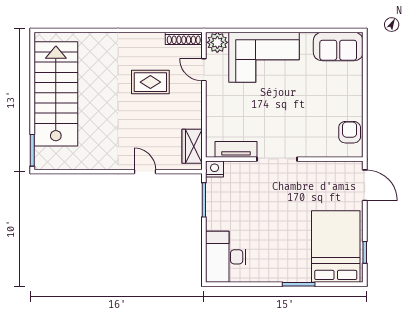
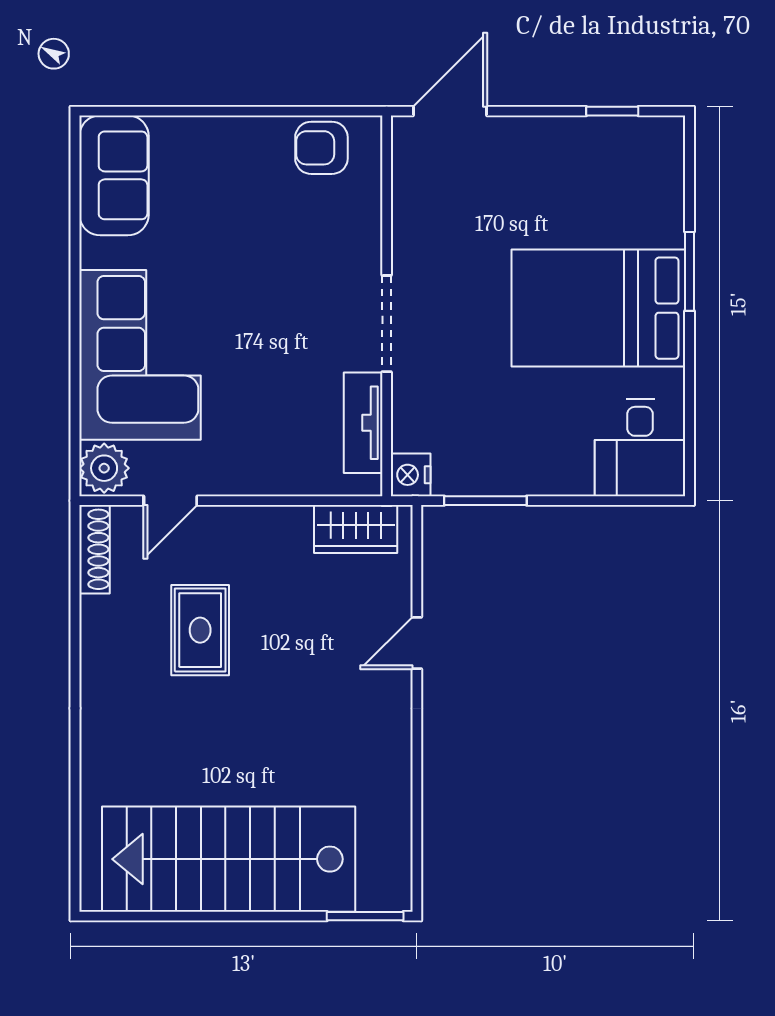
bed: (336, 247) -> (598, 308), moved
desk: (226, 257) -> (640, 448), width x0.73

